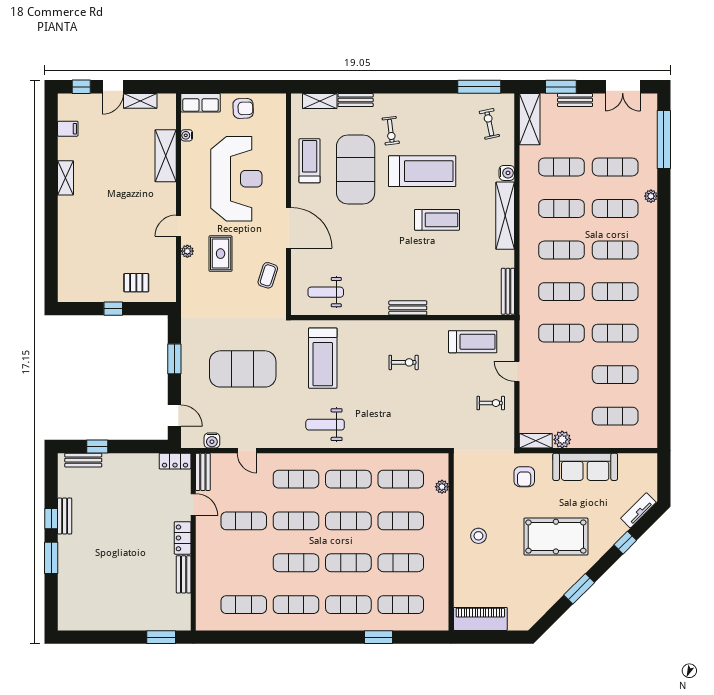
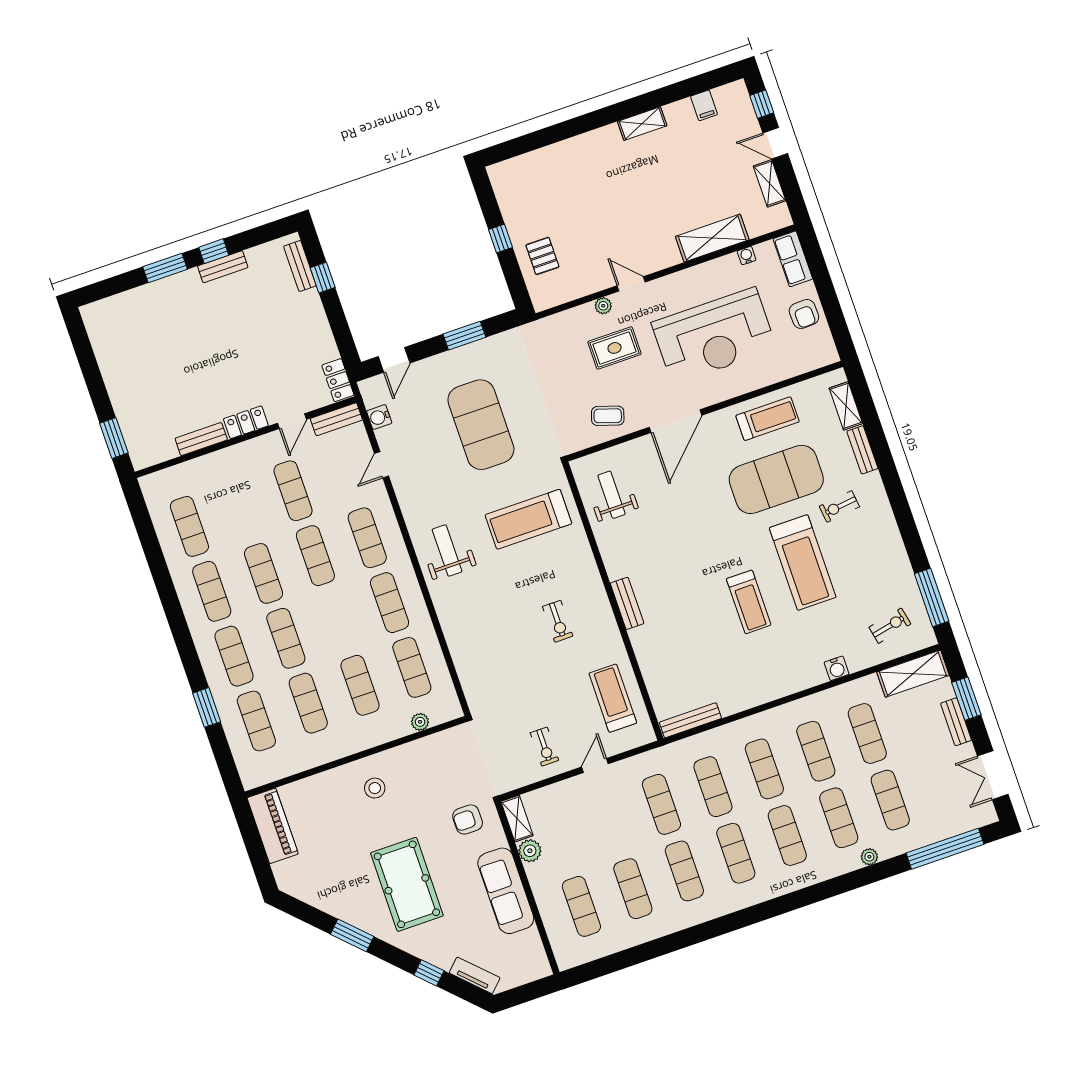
shelving: (505, 216) -> (783, 685), removed
treadmill: (473, 342) -> (613, 698), turned 180
exercise mat: (348, 521) -> (338, 620), removed

